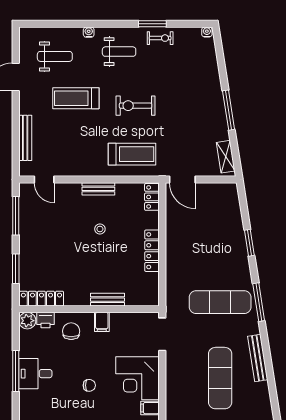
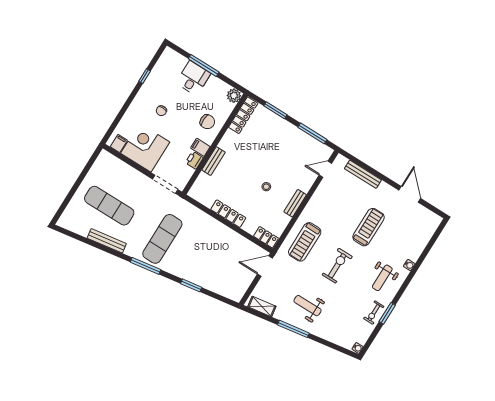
weight bench: (55, 56) -> (307, 306), moved, turned 90
printer: (46, 320) -> (194, 160), moved

